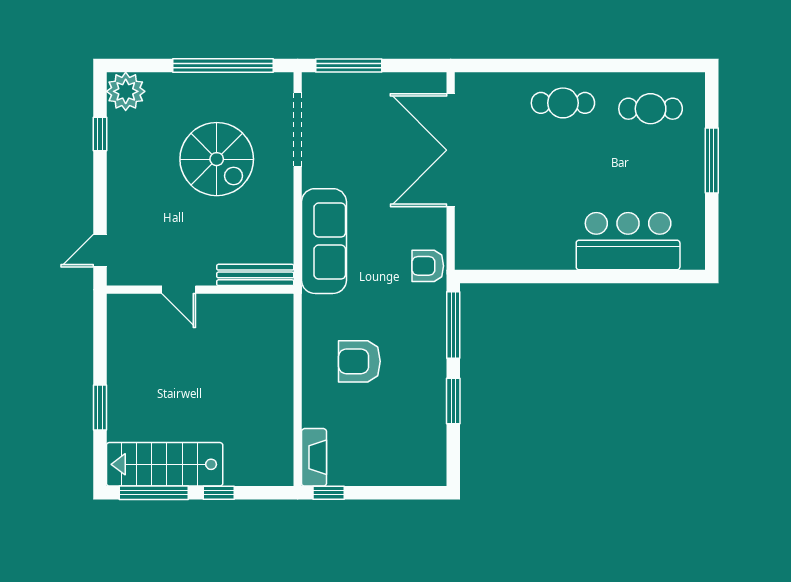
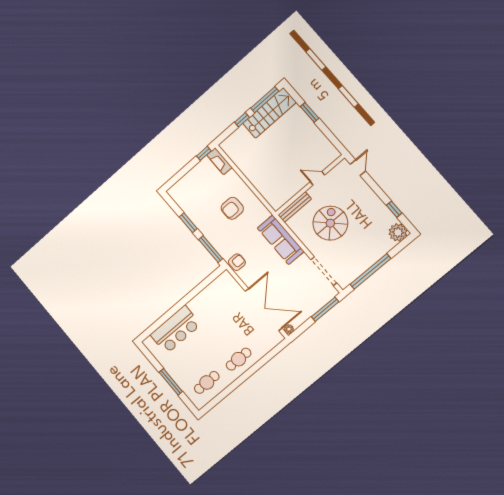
plant: (436, 83) -> (289, 329), added
spiral stairs: (217, 159) -> (330, 223), moved, turned 90
armchair: (359, 361) -> (232, 208), turned 180

